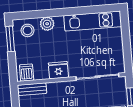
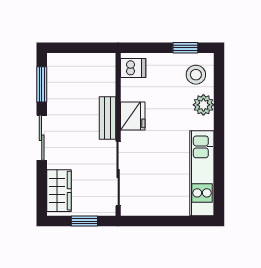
window: (10, 39) -> (185, 48), width x0.67
bench: (32, 89) -> (107, 118), moved

